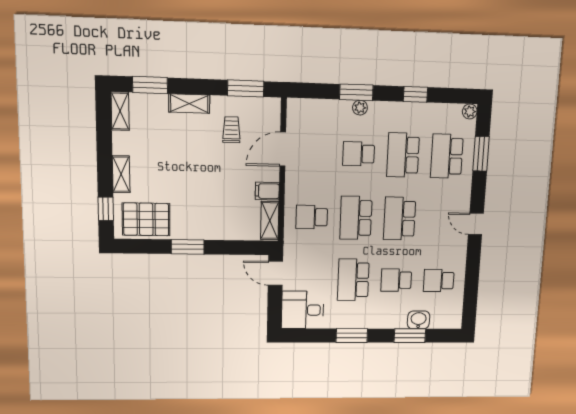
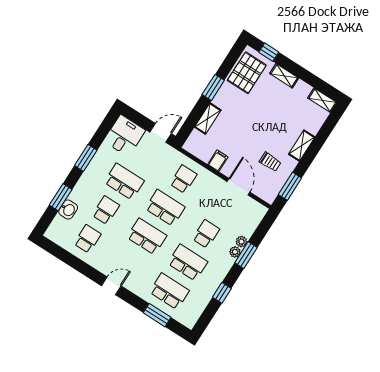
window: (150, 85) -> (327, 129), removed
plant: (470, 111) -> (241, 242), moved
shelving: (270, 221) -> (208, 119), moved, turned 90

